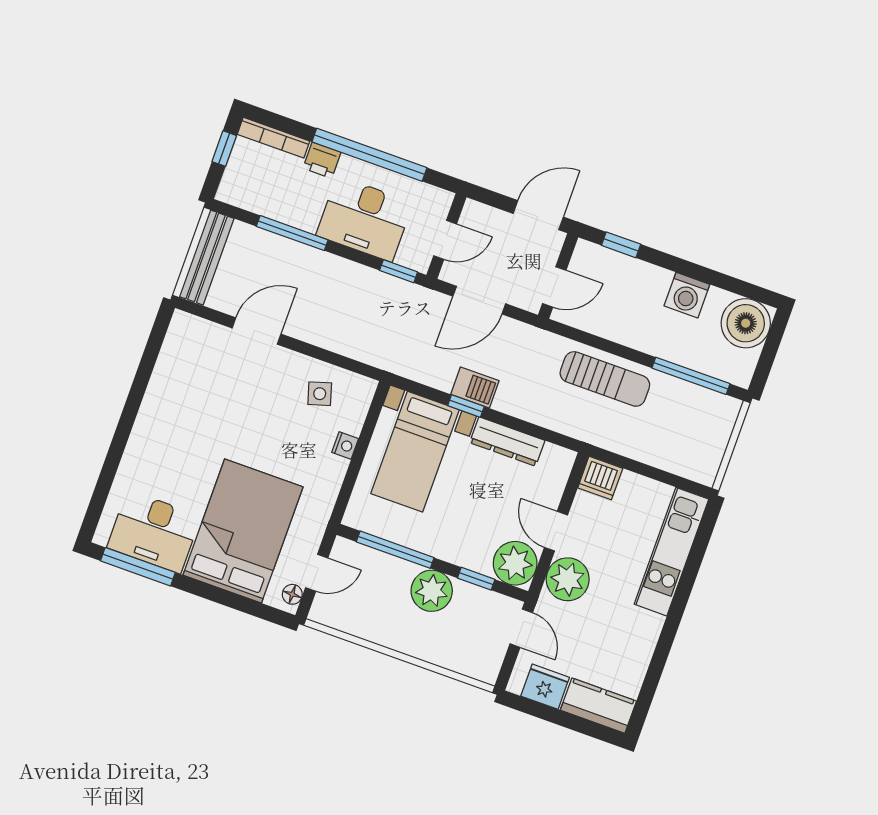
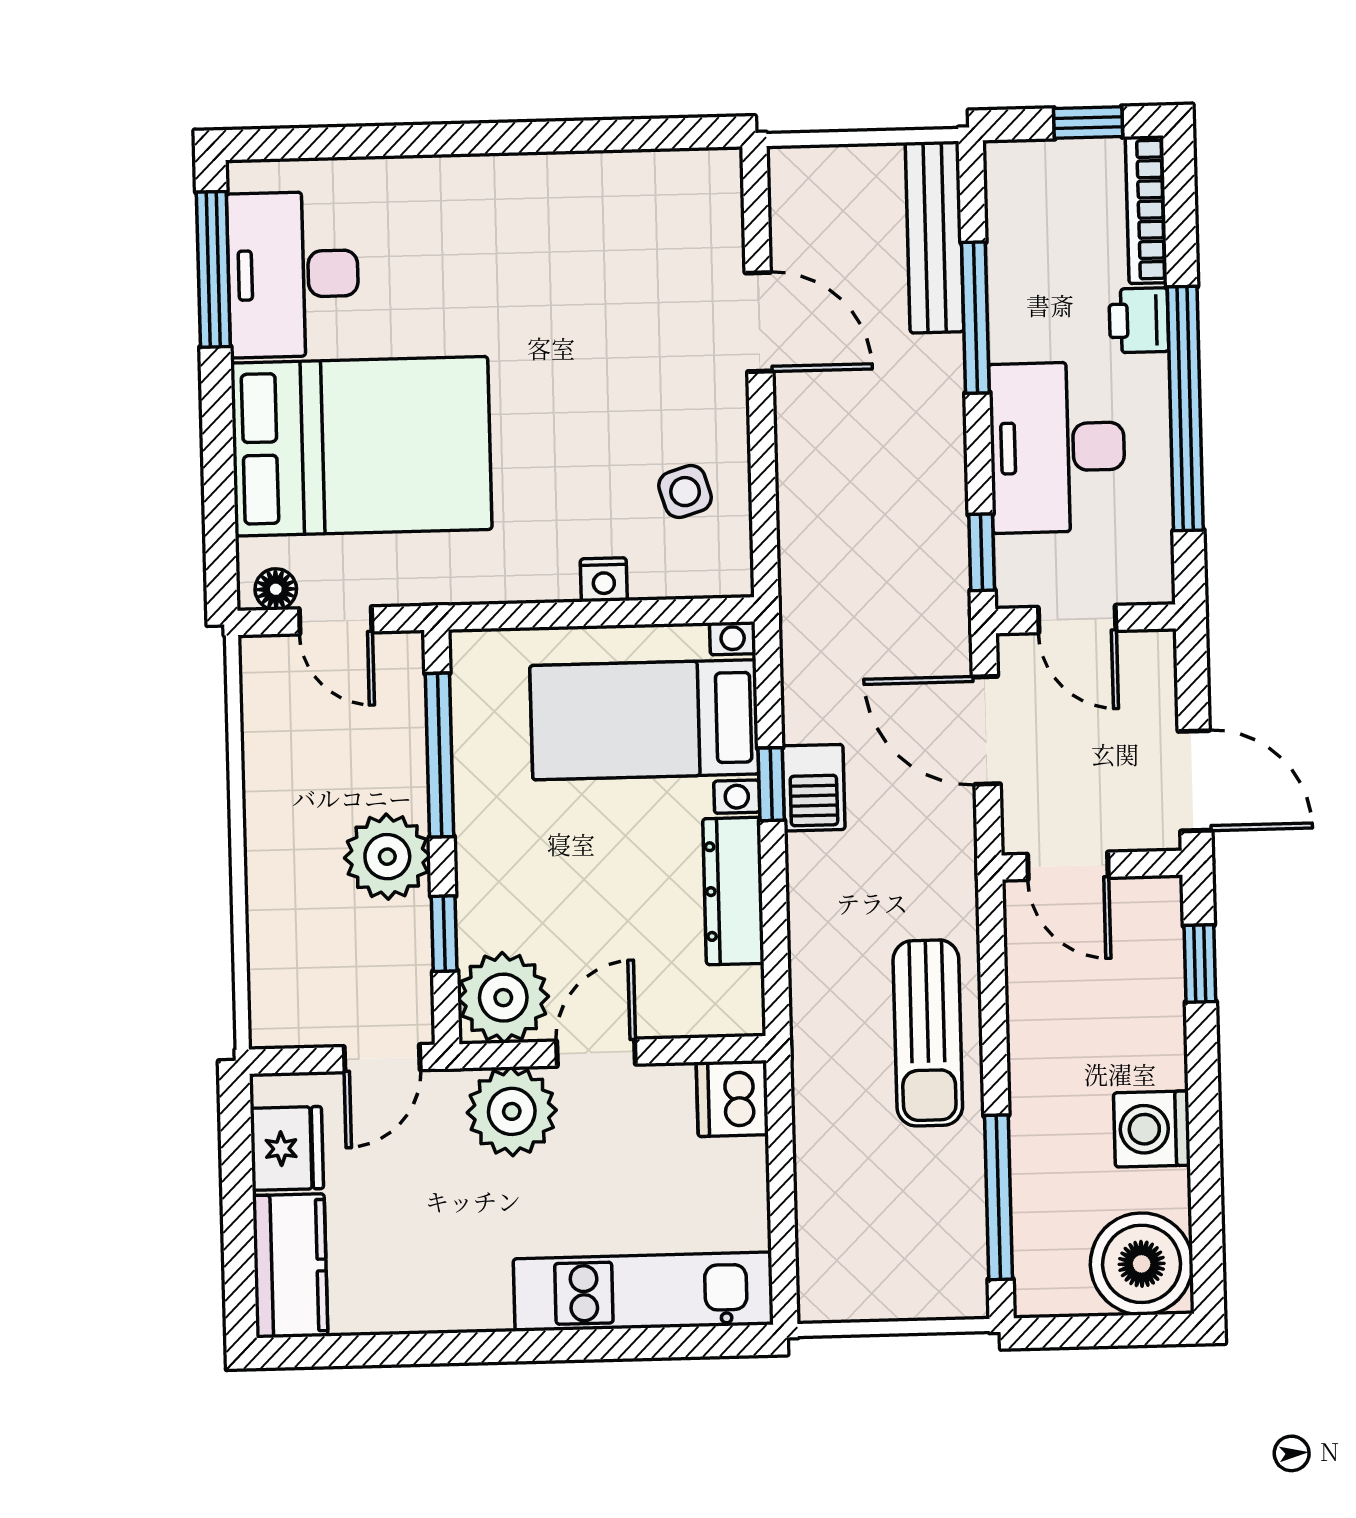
bench: (207, 257) -> (935, 237), moved, turned 90

